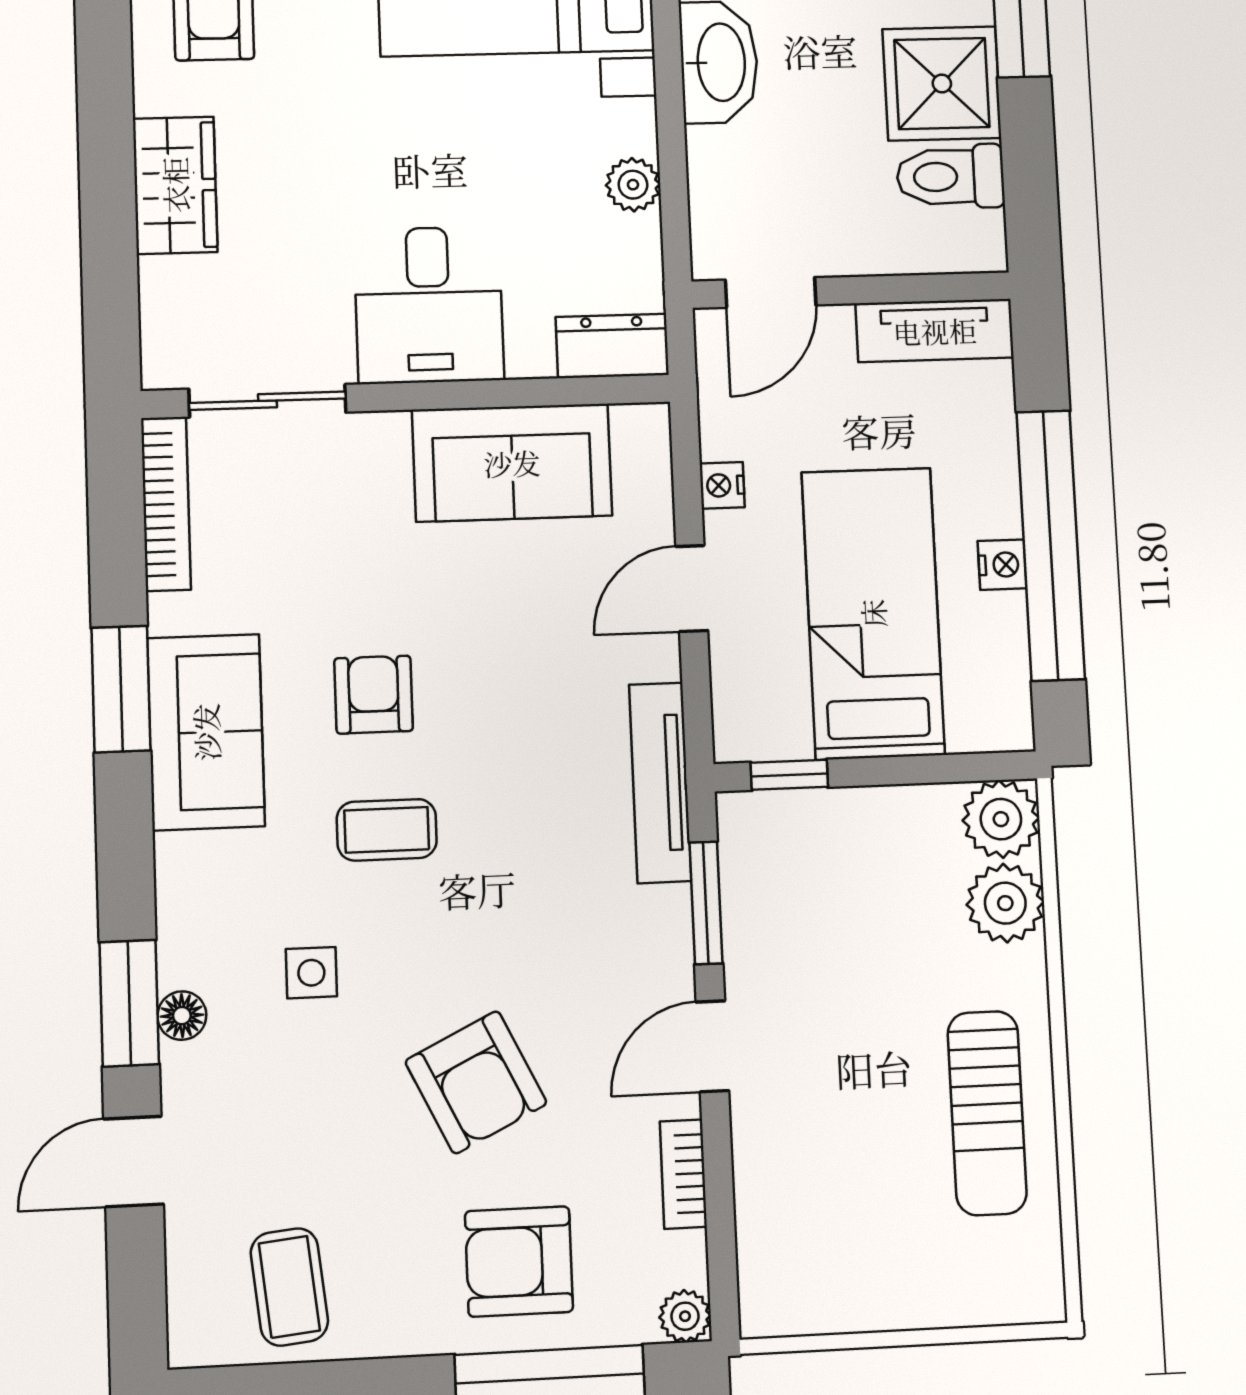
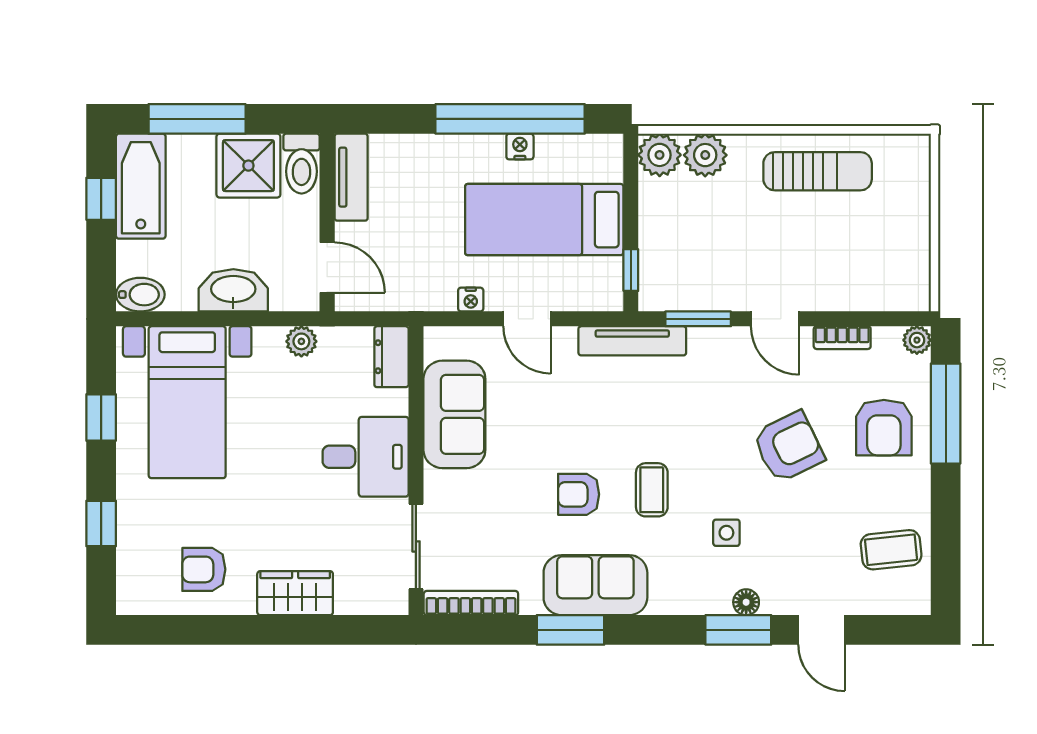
wall: (851, 290) -> (327, 223), moved
door: (771, 292) -> (327, 268), moved
tv unit: (935, 331) -> (351, 177), moved

